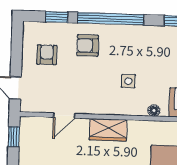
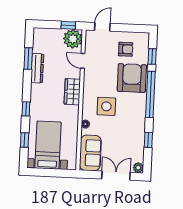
armchair: (88, 45) -> (132, 78), width x1.88, depth x1.88
side table: (128, 81) -> (106, 106), width x1.87, depth x1.87
plant: (33, 130) -> (73, 39), added

